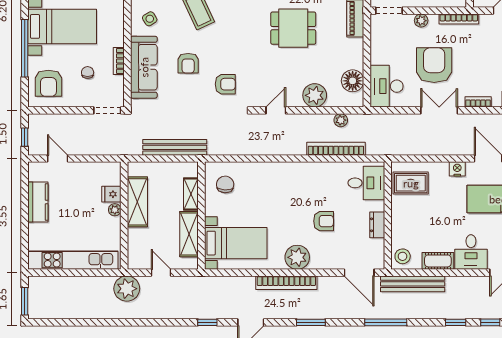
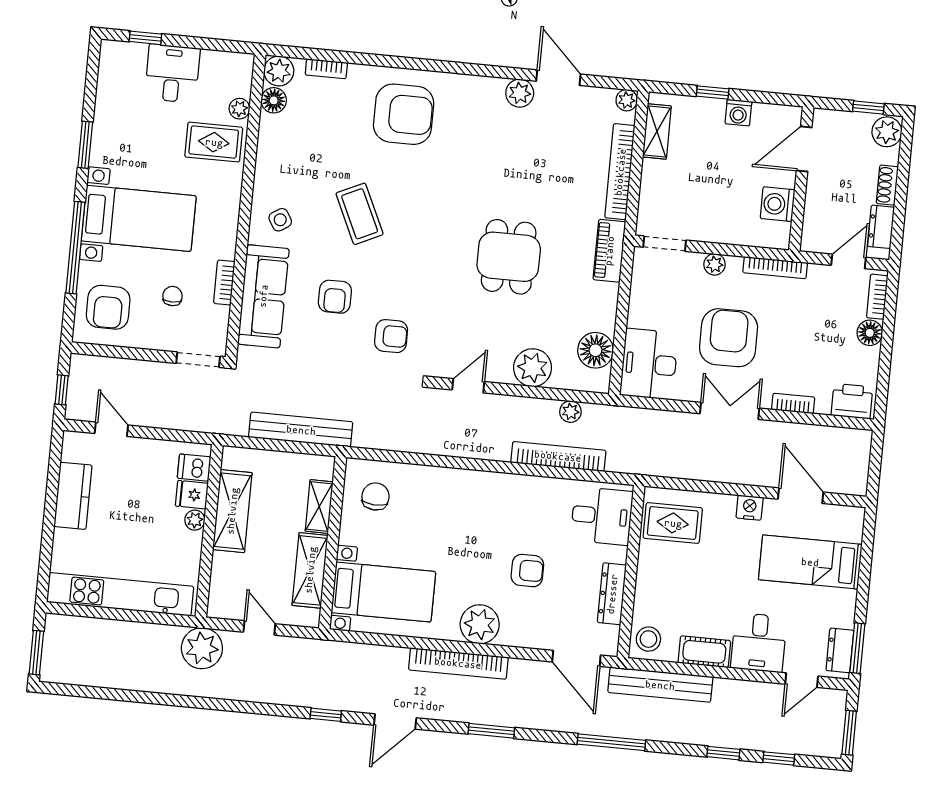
dining table: (293, 28) -> (509, 257), turned 90
dishwasher: (111, 177) -> (194, 468), added
dresser: (377, 225) -> (612, 594), width x1.44

